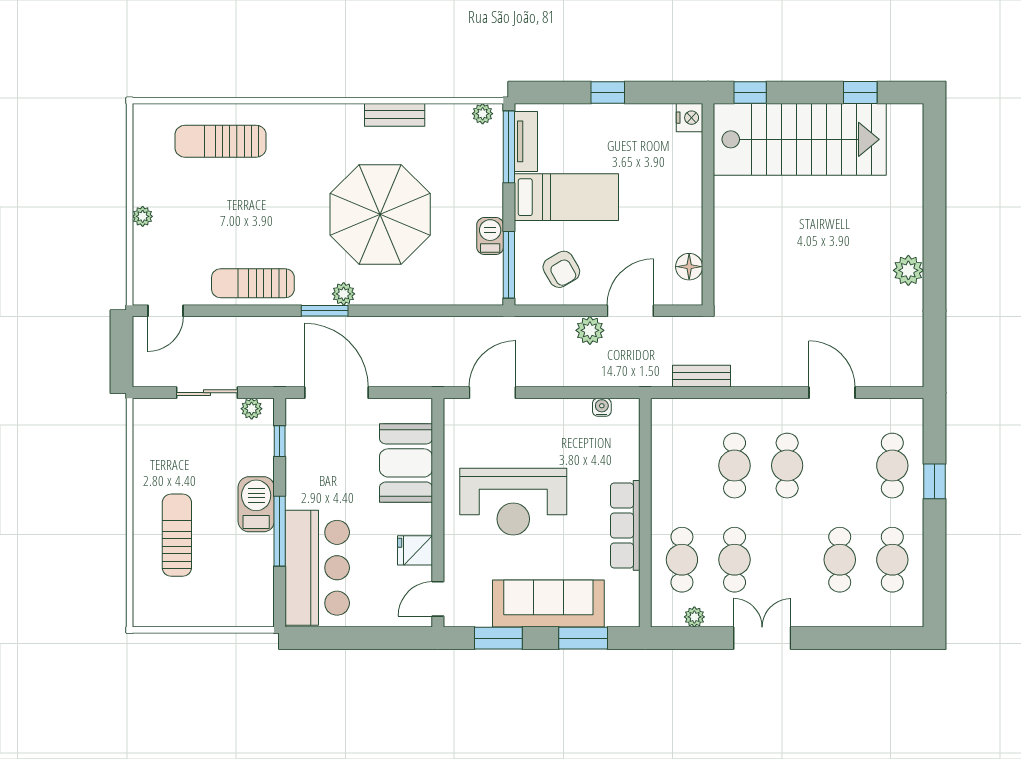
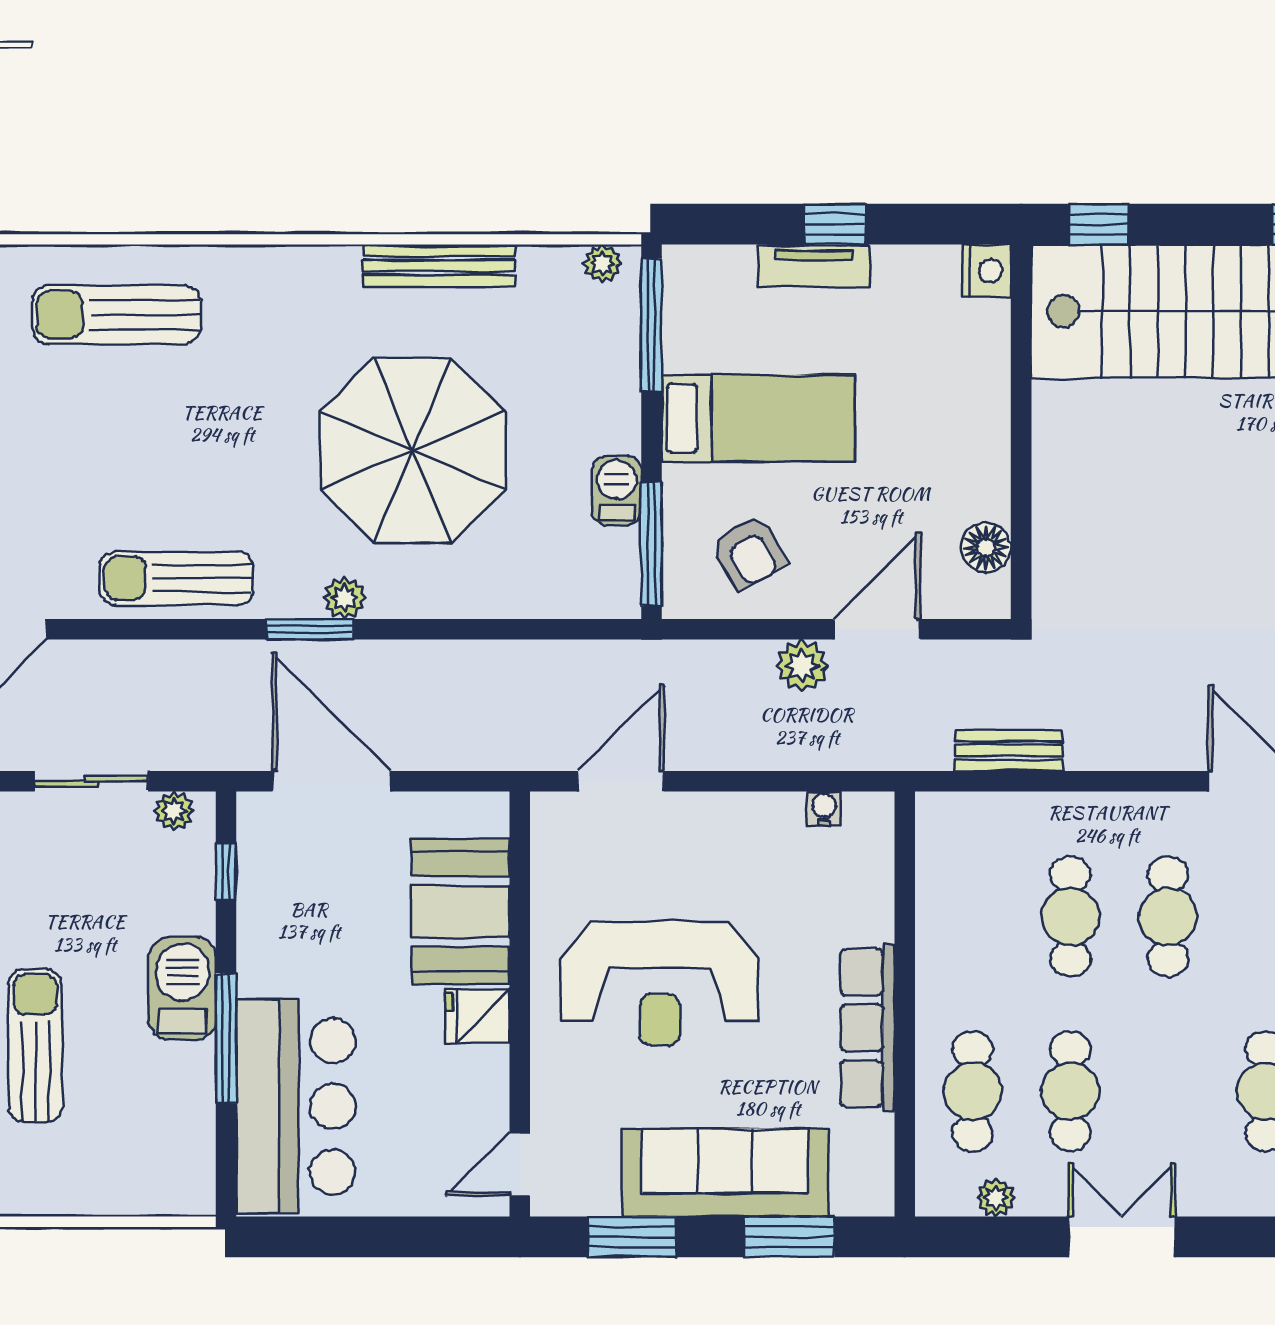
bench: (395, 115) -> (439, 266), width x1.36
tv unit: (526, 141) -> (814, 266), moved, turned 90
fridge: (415, 550) -> (477, 1016), moved

